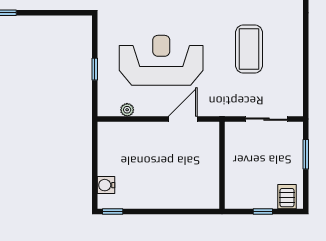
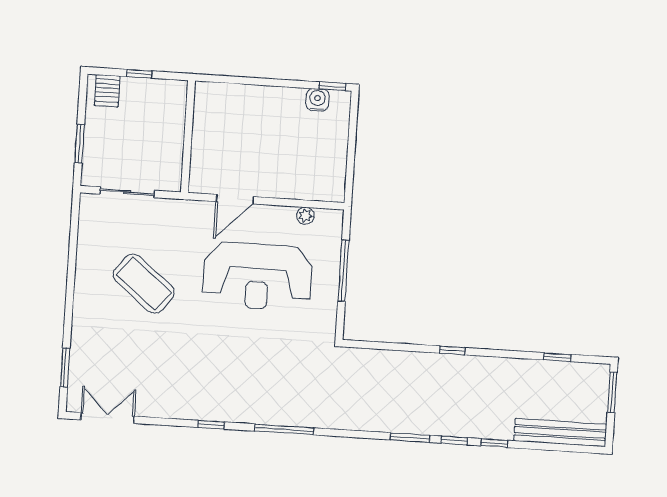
coffee table: (249, 49) -> (144, 284), turned -51
window: (95, 69) -> (343, 271), width x2.17
water cooler: (106, 185) -> (317, 100), moved, turned -90

